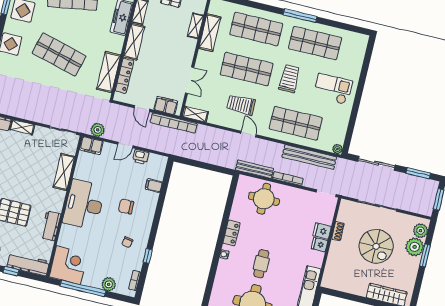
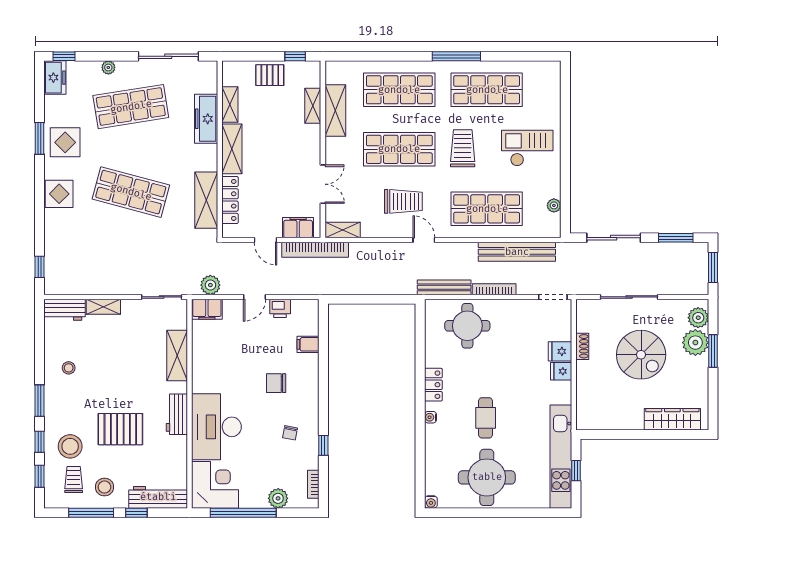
trolley: (241, 105) -> (403, 201), turned 180
plant: (337, 149) -> (554, 205), moved
desk: (84, 204) -> (216, 427), moved
workbench: (51, 226) -> (177, 414), moved

